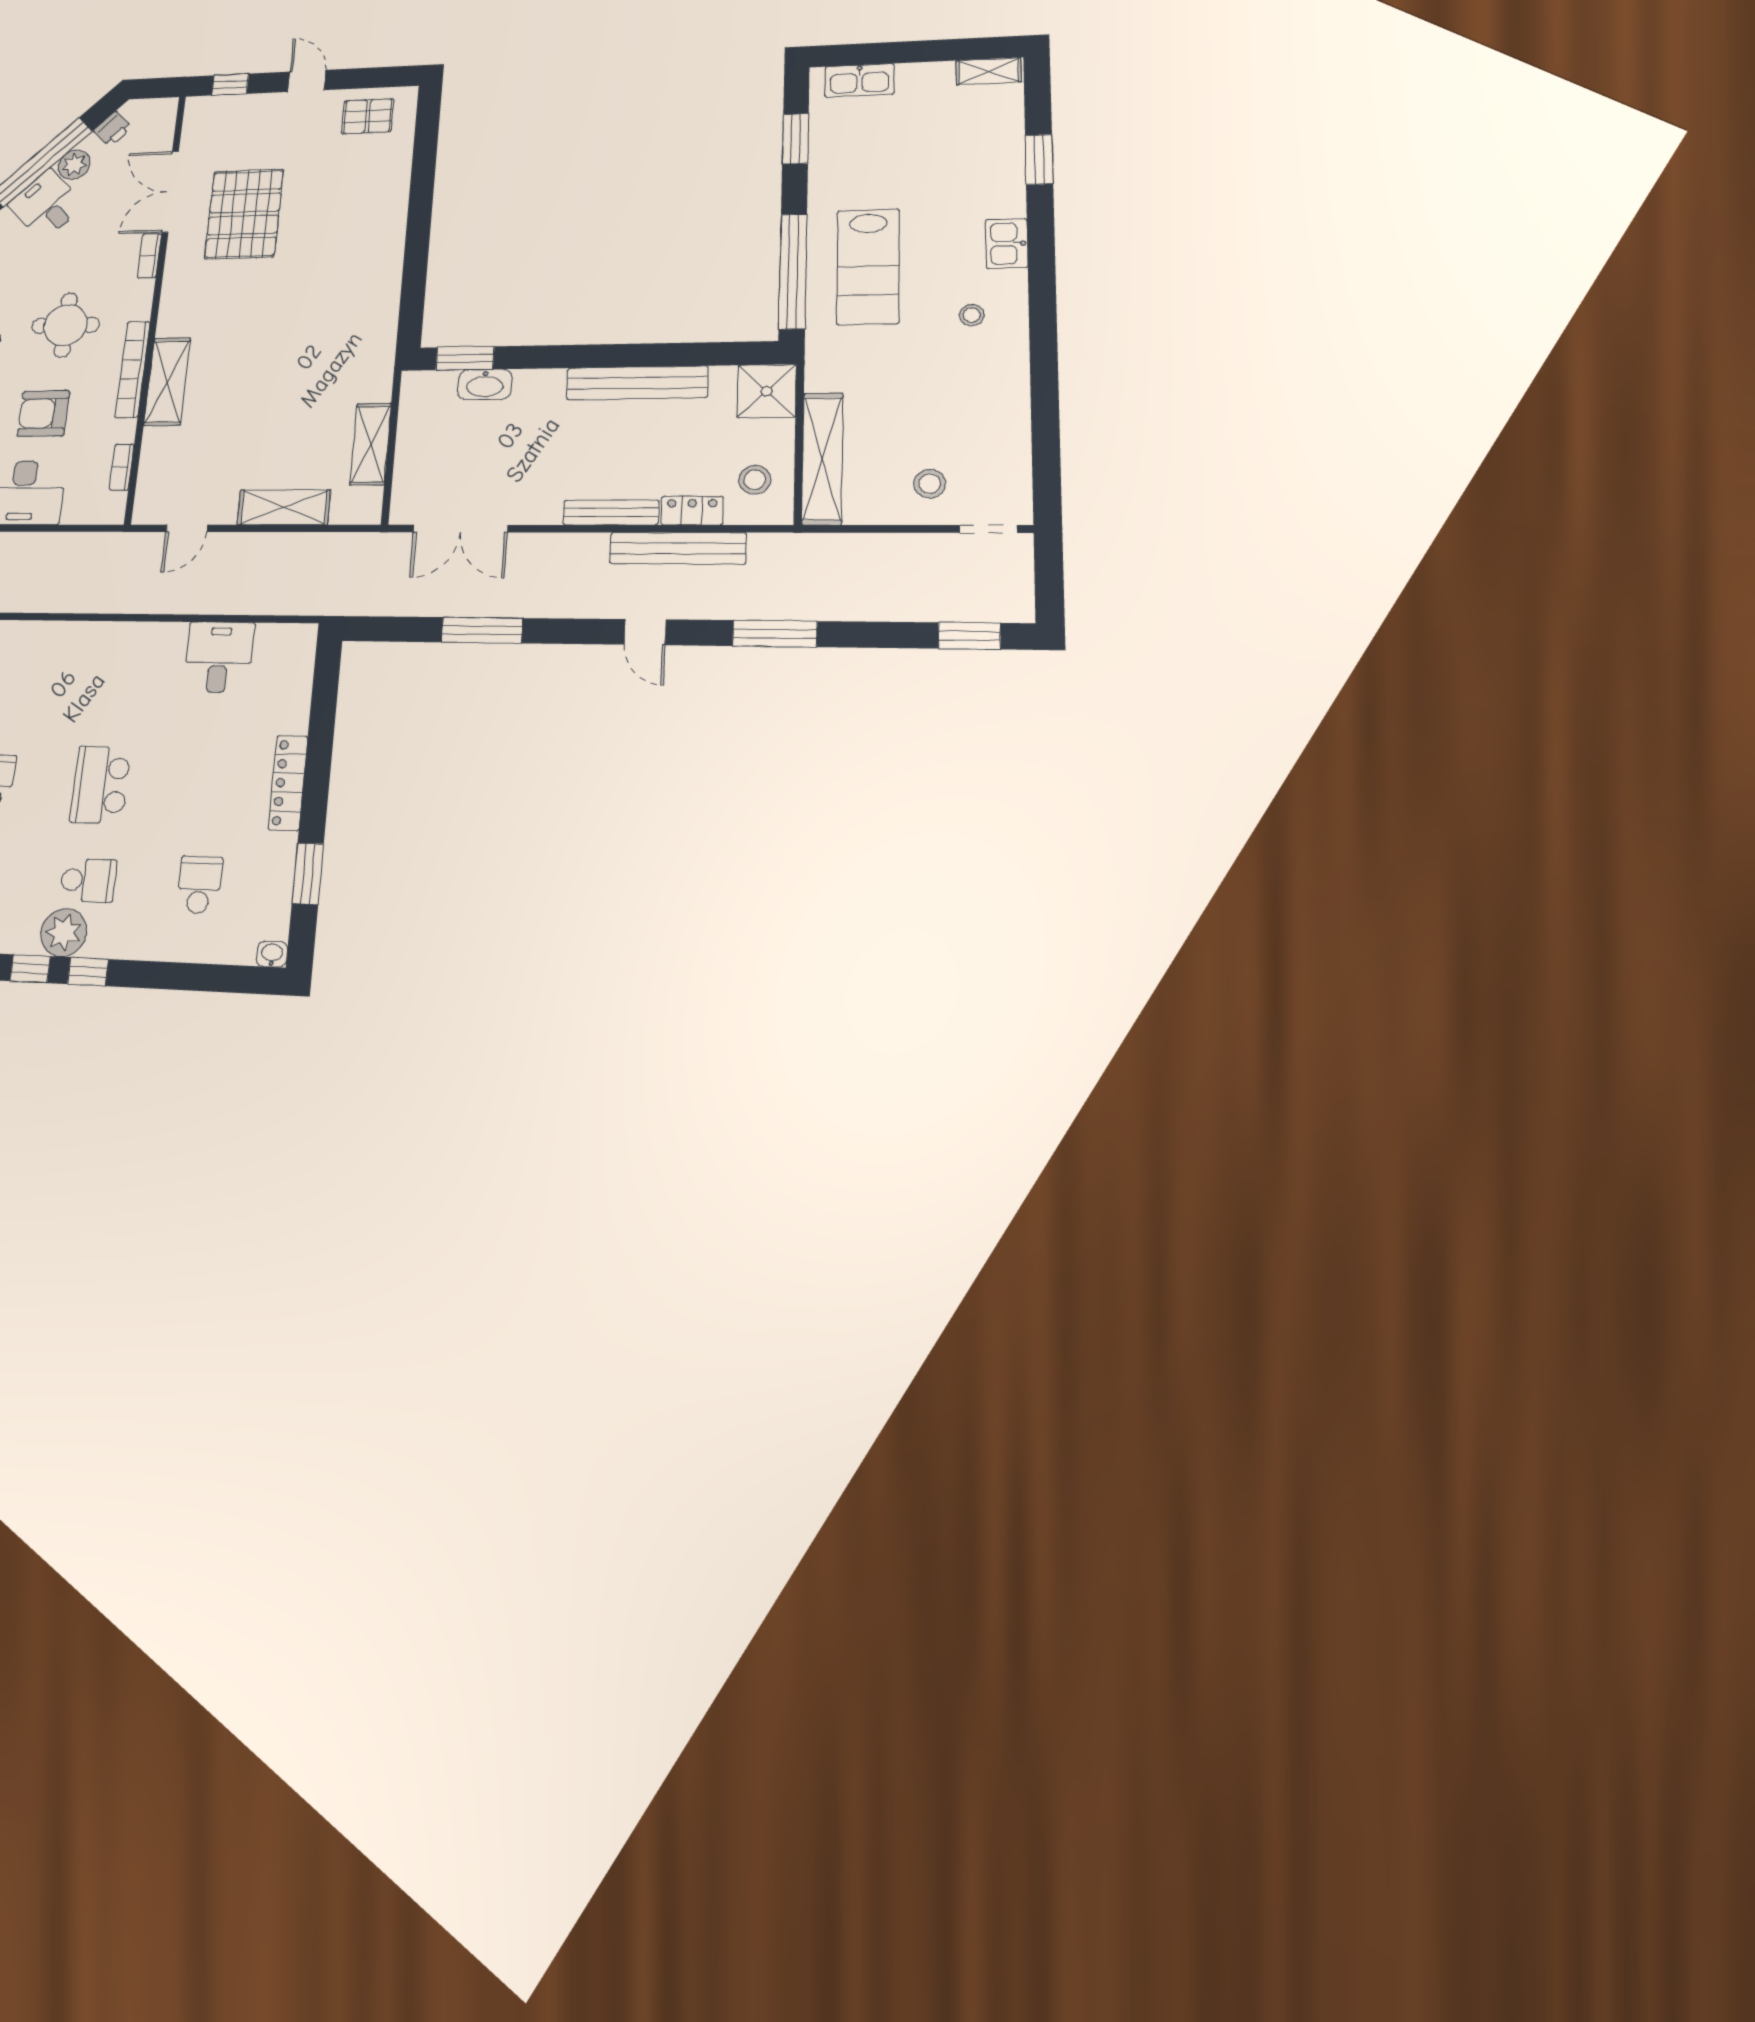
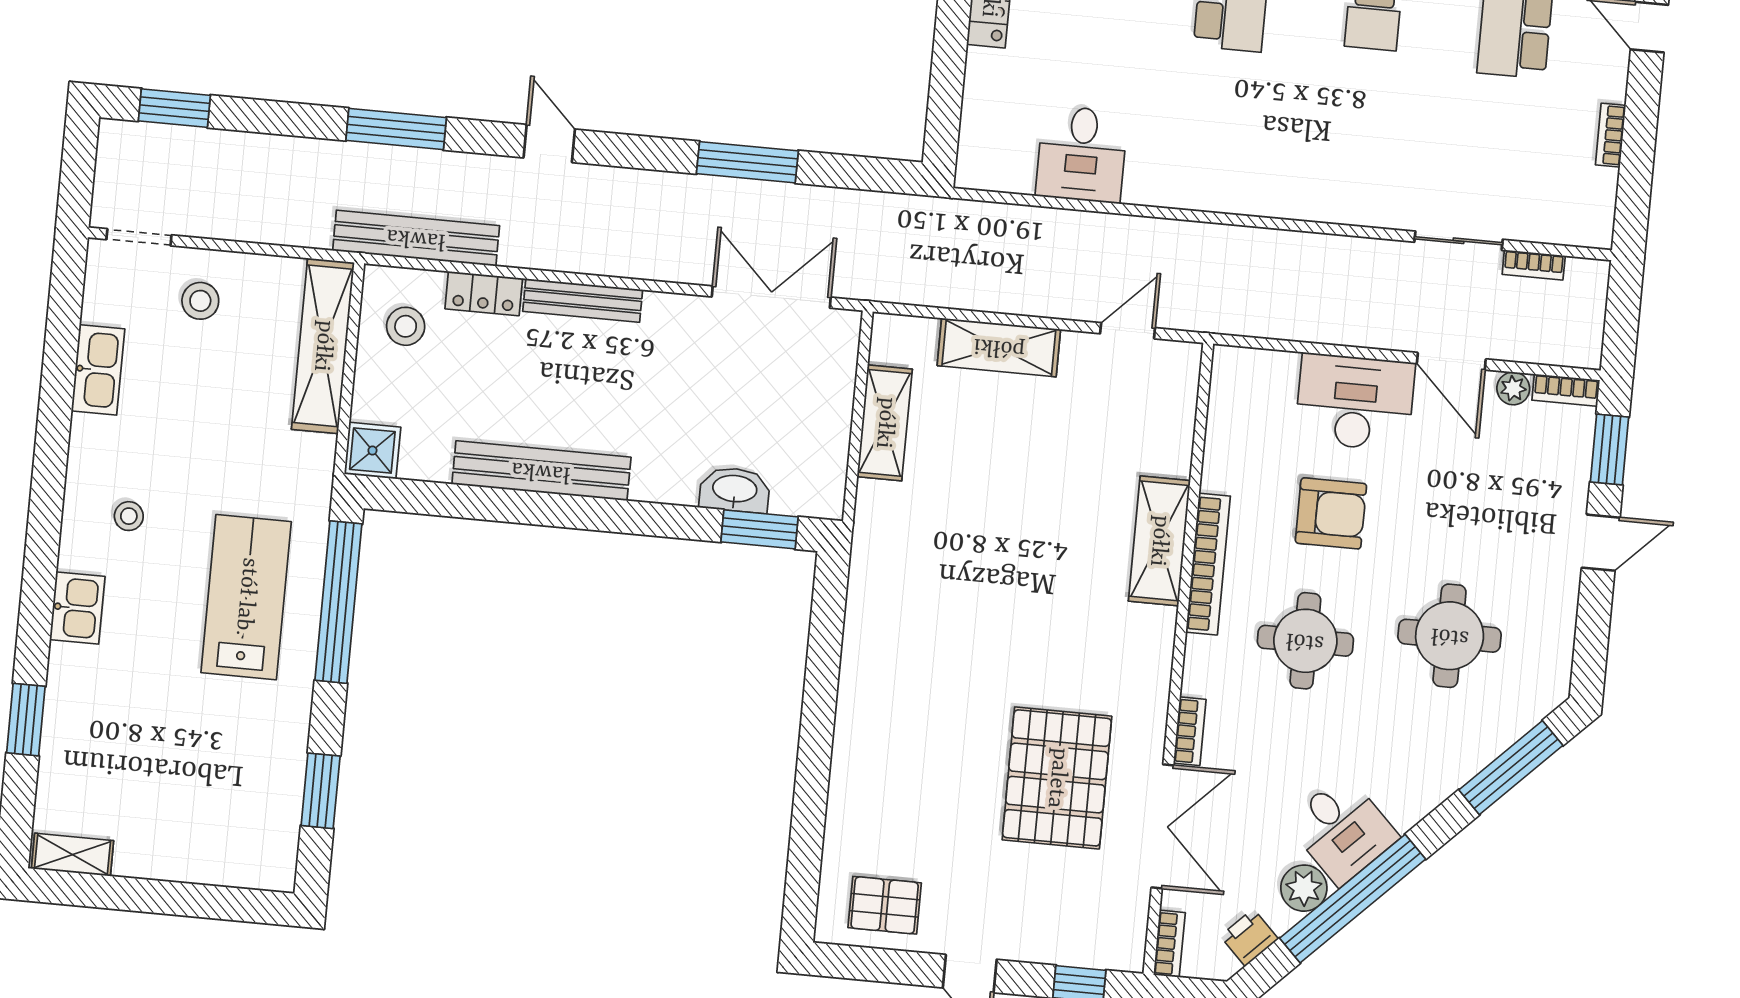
kitchen sink: (859, 80) -> (98, 370), moved, turned 90
shower: (767, 391) -> (372, 451), width x0.73, depth x0.73
bookcase: (122, 467) -> (1169, 944), moved
bench: (678, 548) -> (416, 238), moved

